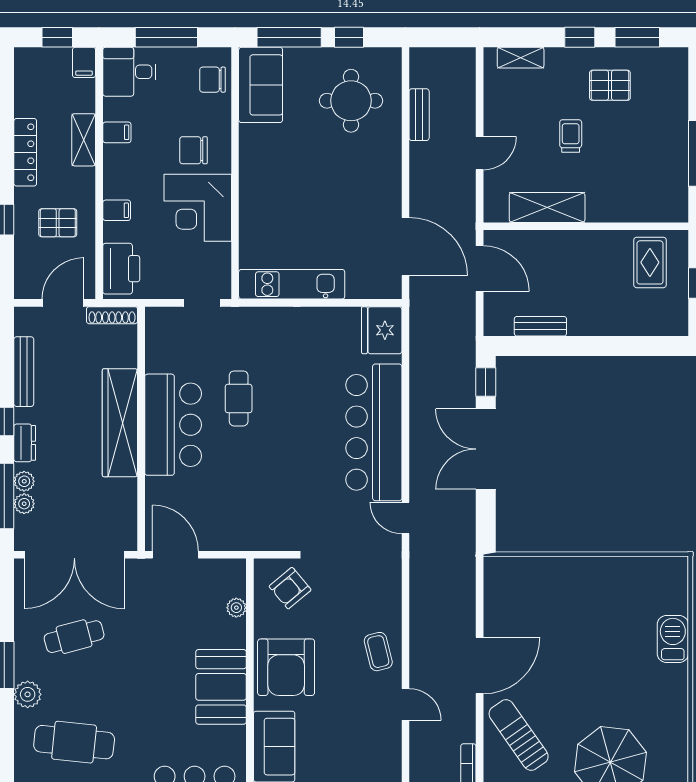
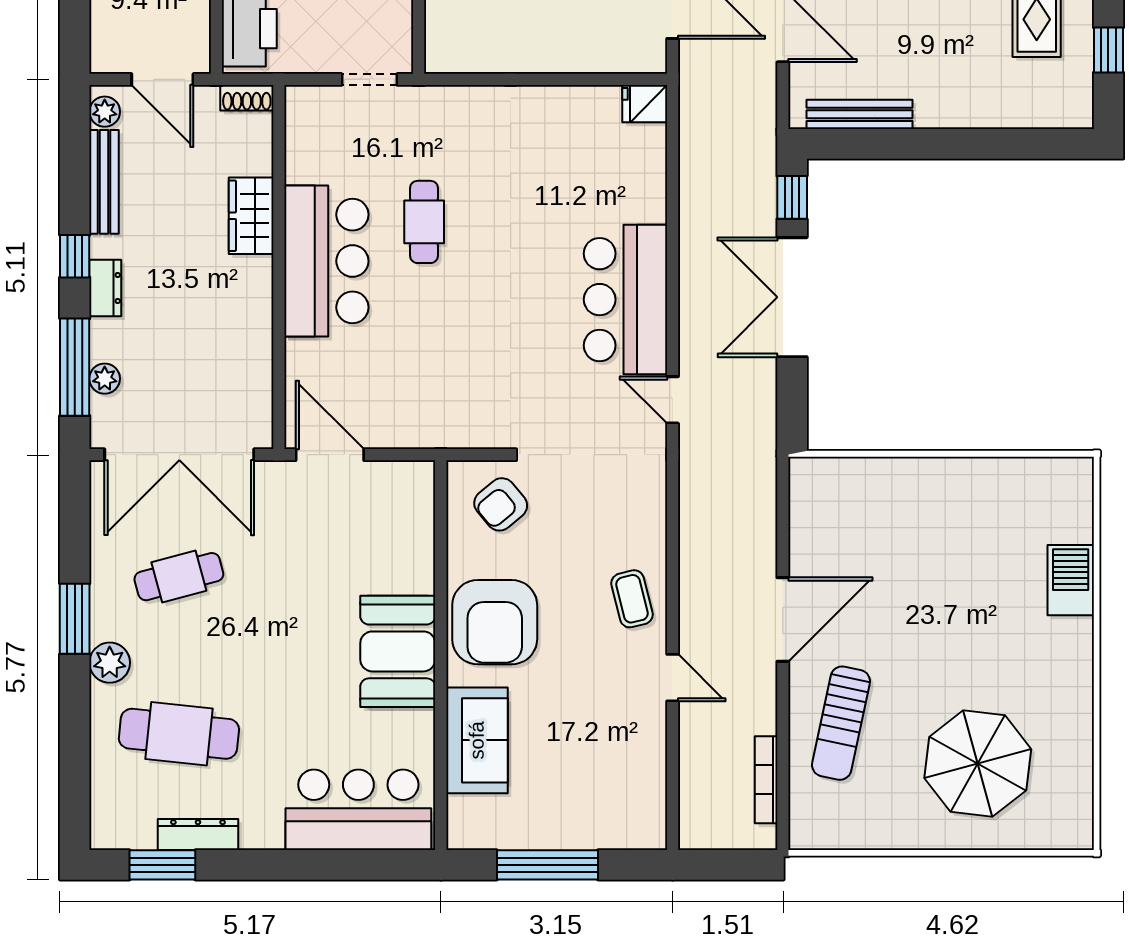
kitchen unit: (292, 284) -> (503, 52), removed
door: (63, 303) -> (162, 79), swing flipped
shoe rack: (112, 315) -> (247, 98), width x0.70
bench: (540, 326) -> (859, 114), width x1.36
fridge: (382, 330) -> (645, 104), width x0.53, depth x0.75
wardrobe: (120, 423) -> (251, 216), width x0.48, depth x0.85
bar counter: (374, 432) -> (625, 300), width x0.73
plant: (24, 481) -> (105, 112), moved
plant: (236, 608) -> (421, 533), removed
sun lounger: (519, 735) -> (841, 723), turned -133

